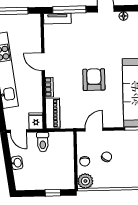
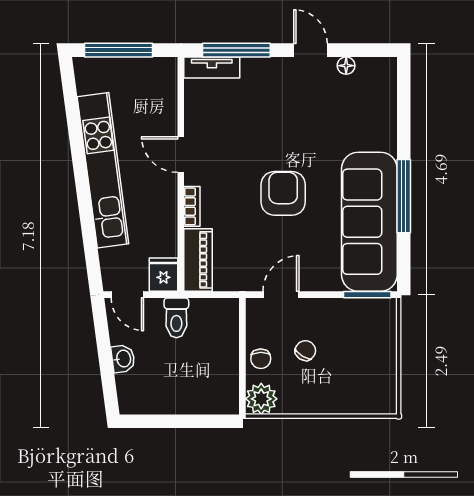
window: (53, 193) -> (194, 421), removed

